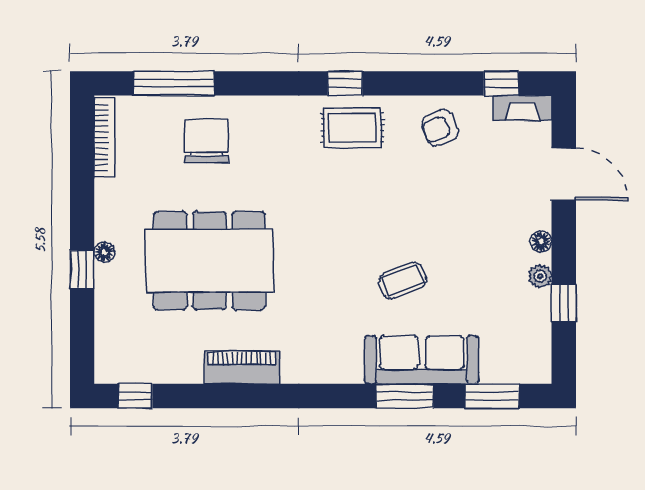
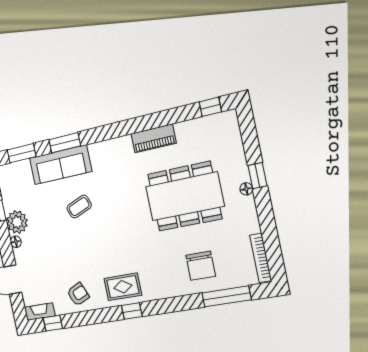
plant: (540, 276) -> (17, 222), width x1.87, depth x1.87

